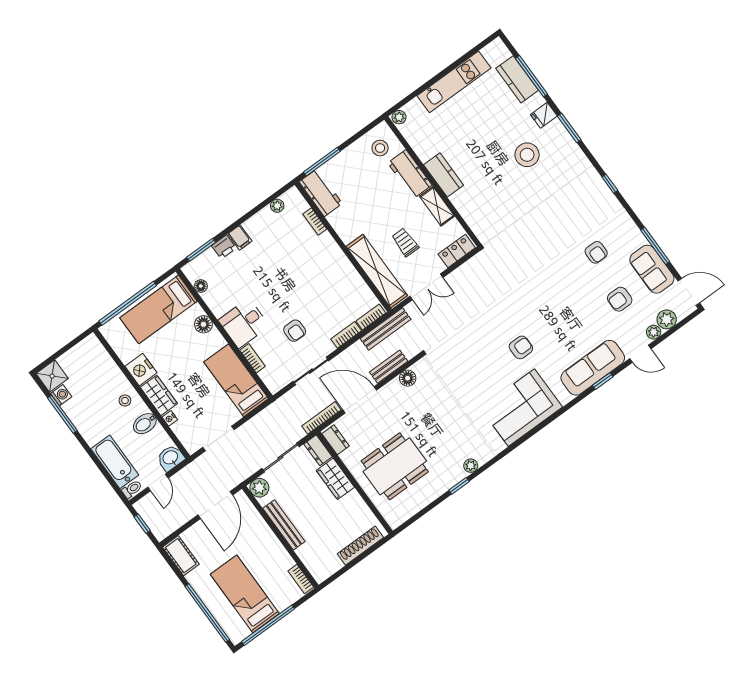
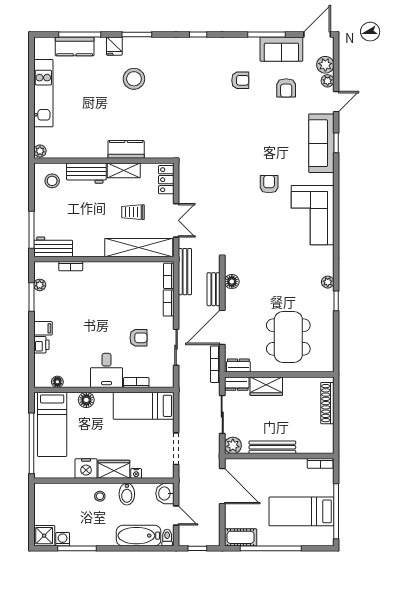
kitchen counter: (444, 175) -> (126, 149), moved
window: (201, 250) -> (31, 297), moved
window: (207, 613) -> (271, 548), moved

